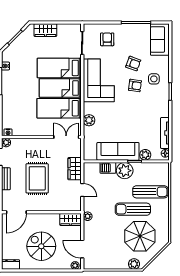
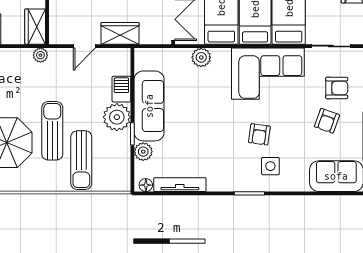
armchair: (133, 64) -> (327, 121), moved

